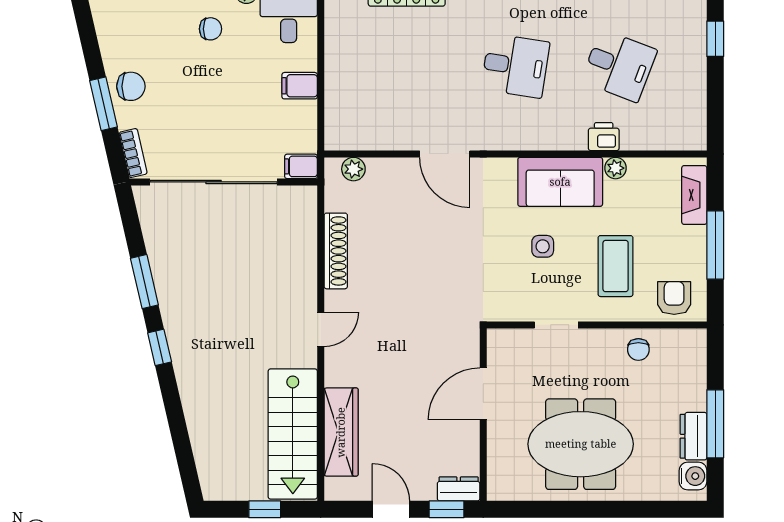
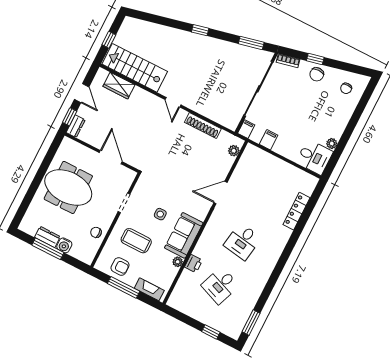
chair: (211, 29) -> (346, 88), moved
filing cabinet: (300, 86) -> (269, 140), moved
window: (104, 104) -> (315, 59), width x0.67
window: (144, 282) -> (251, 43), moved
armchair: (674, 298) -> (120, 266), moved
wardrobe: (341, 432) -> (119, 86), width x0.67
meeting table: (581, 444) -> (68, 187), turned 90
water cooler: (693, 476) -> (64, 245), moved
door: (391, 509) -> (82, 93), hinge flipped

